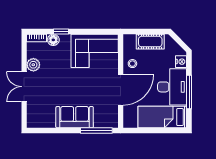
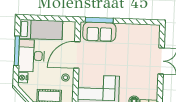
plant: (33, 65) -> (152, 80), removed
sofa: (75, 117) -> (99, 32), moved

